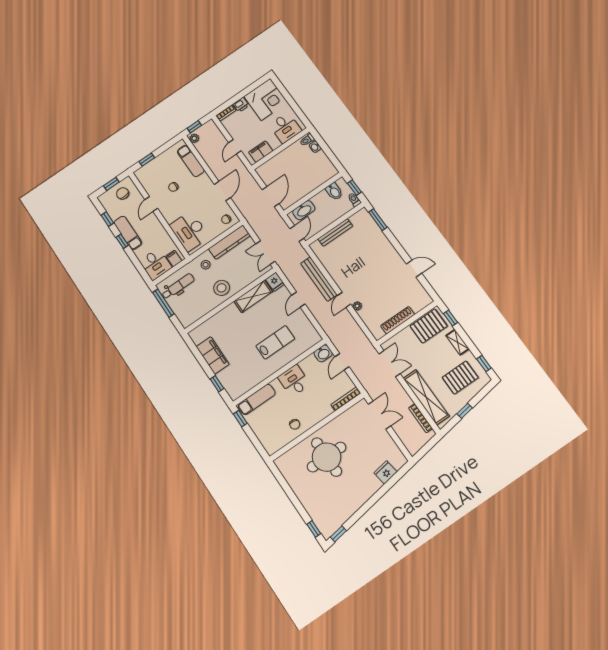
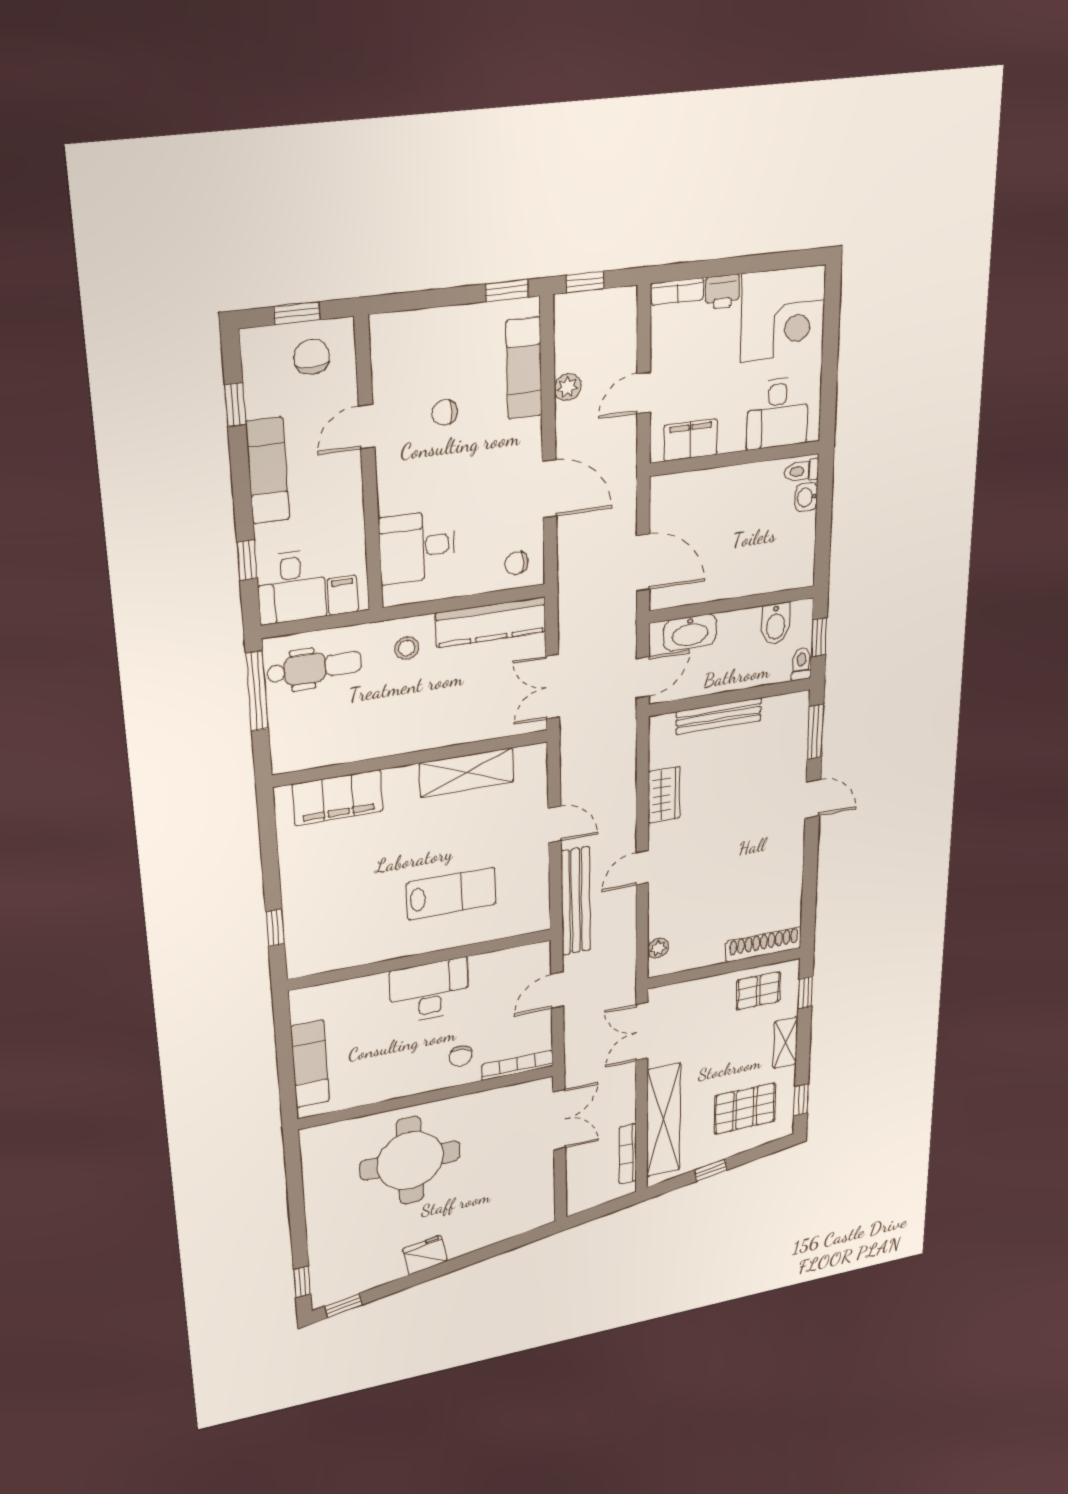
plant: (194, 138) -> (568, 387), moved
window: (147, 160) -> (507, 290), moved
door: (222, 191) -> (549, 489), hinge flipped
door: (271, 197) -> (643, 562), hinge flipped
desk: (189, 231) -> (417, 547), width x0.73
window: (122, 241) -> (247, 560), moved
door: (414, 269) -> (813, 799), moved
wardrobe: (334, 270) -> (664, 795), added
bench: (319, 279) -> (576, 901), moved
fridge: (275, 282) -> (532, 763), removed
stool: (222, 288) -> (410, 720), removed
door: (298, 300) -> (555, 825), swing flipped
plant: (357, 306) -> (658, 948), moved
shoe rack: (398, 320) -> (764, 944), moved
pallet: (429, 326) -> (758, 991), width x0.67, depth x0.71
washbasin: (323, 353) -> (532, 958), removed
filing cabinet: (213, 355) -> (338, 798), moved, turned 90
double door: (390, 364) -> (642, 1032), swing flipped
desk: (294, 381) -> (430, 991), width x1.37
exam couch: (257, 399) -> (310, 1064), moved, turned -90
window: (240, 419) -> (282, 1021), removed
chair: (295, 424) -> (461, 1056), moved
fridge: (386, 472) -> (425, 1255), moved

